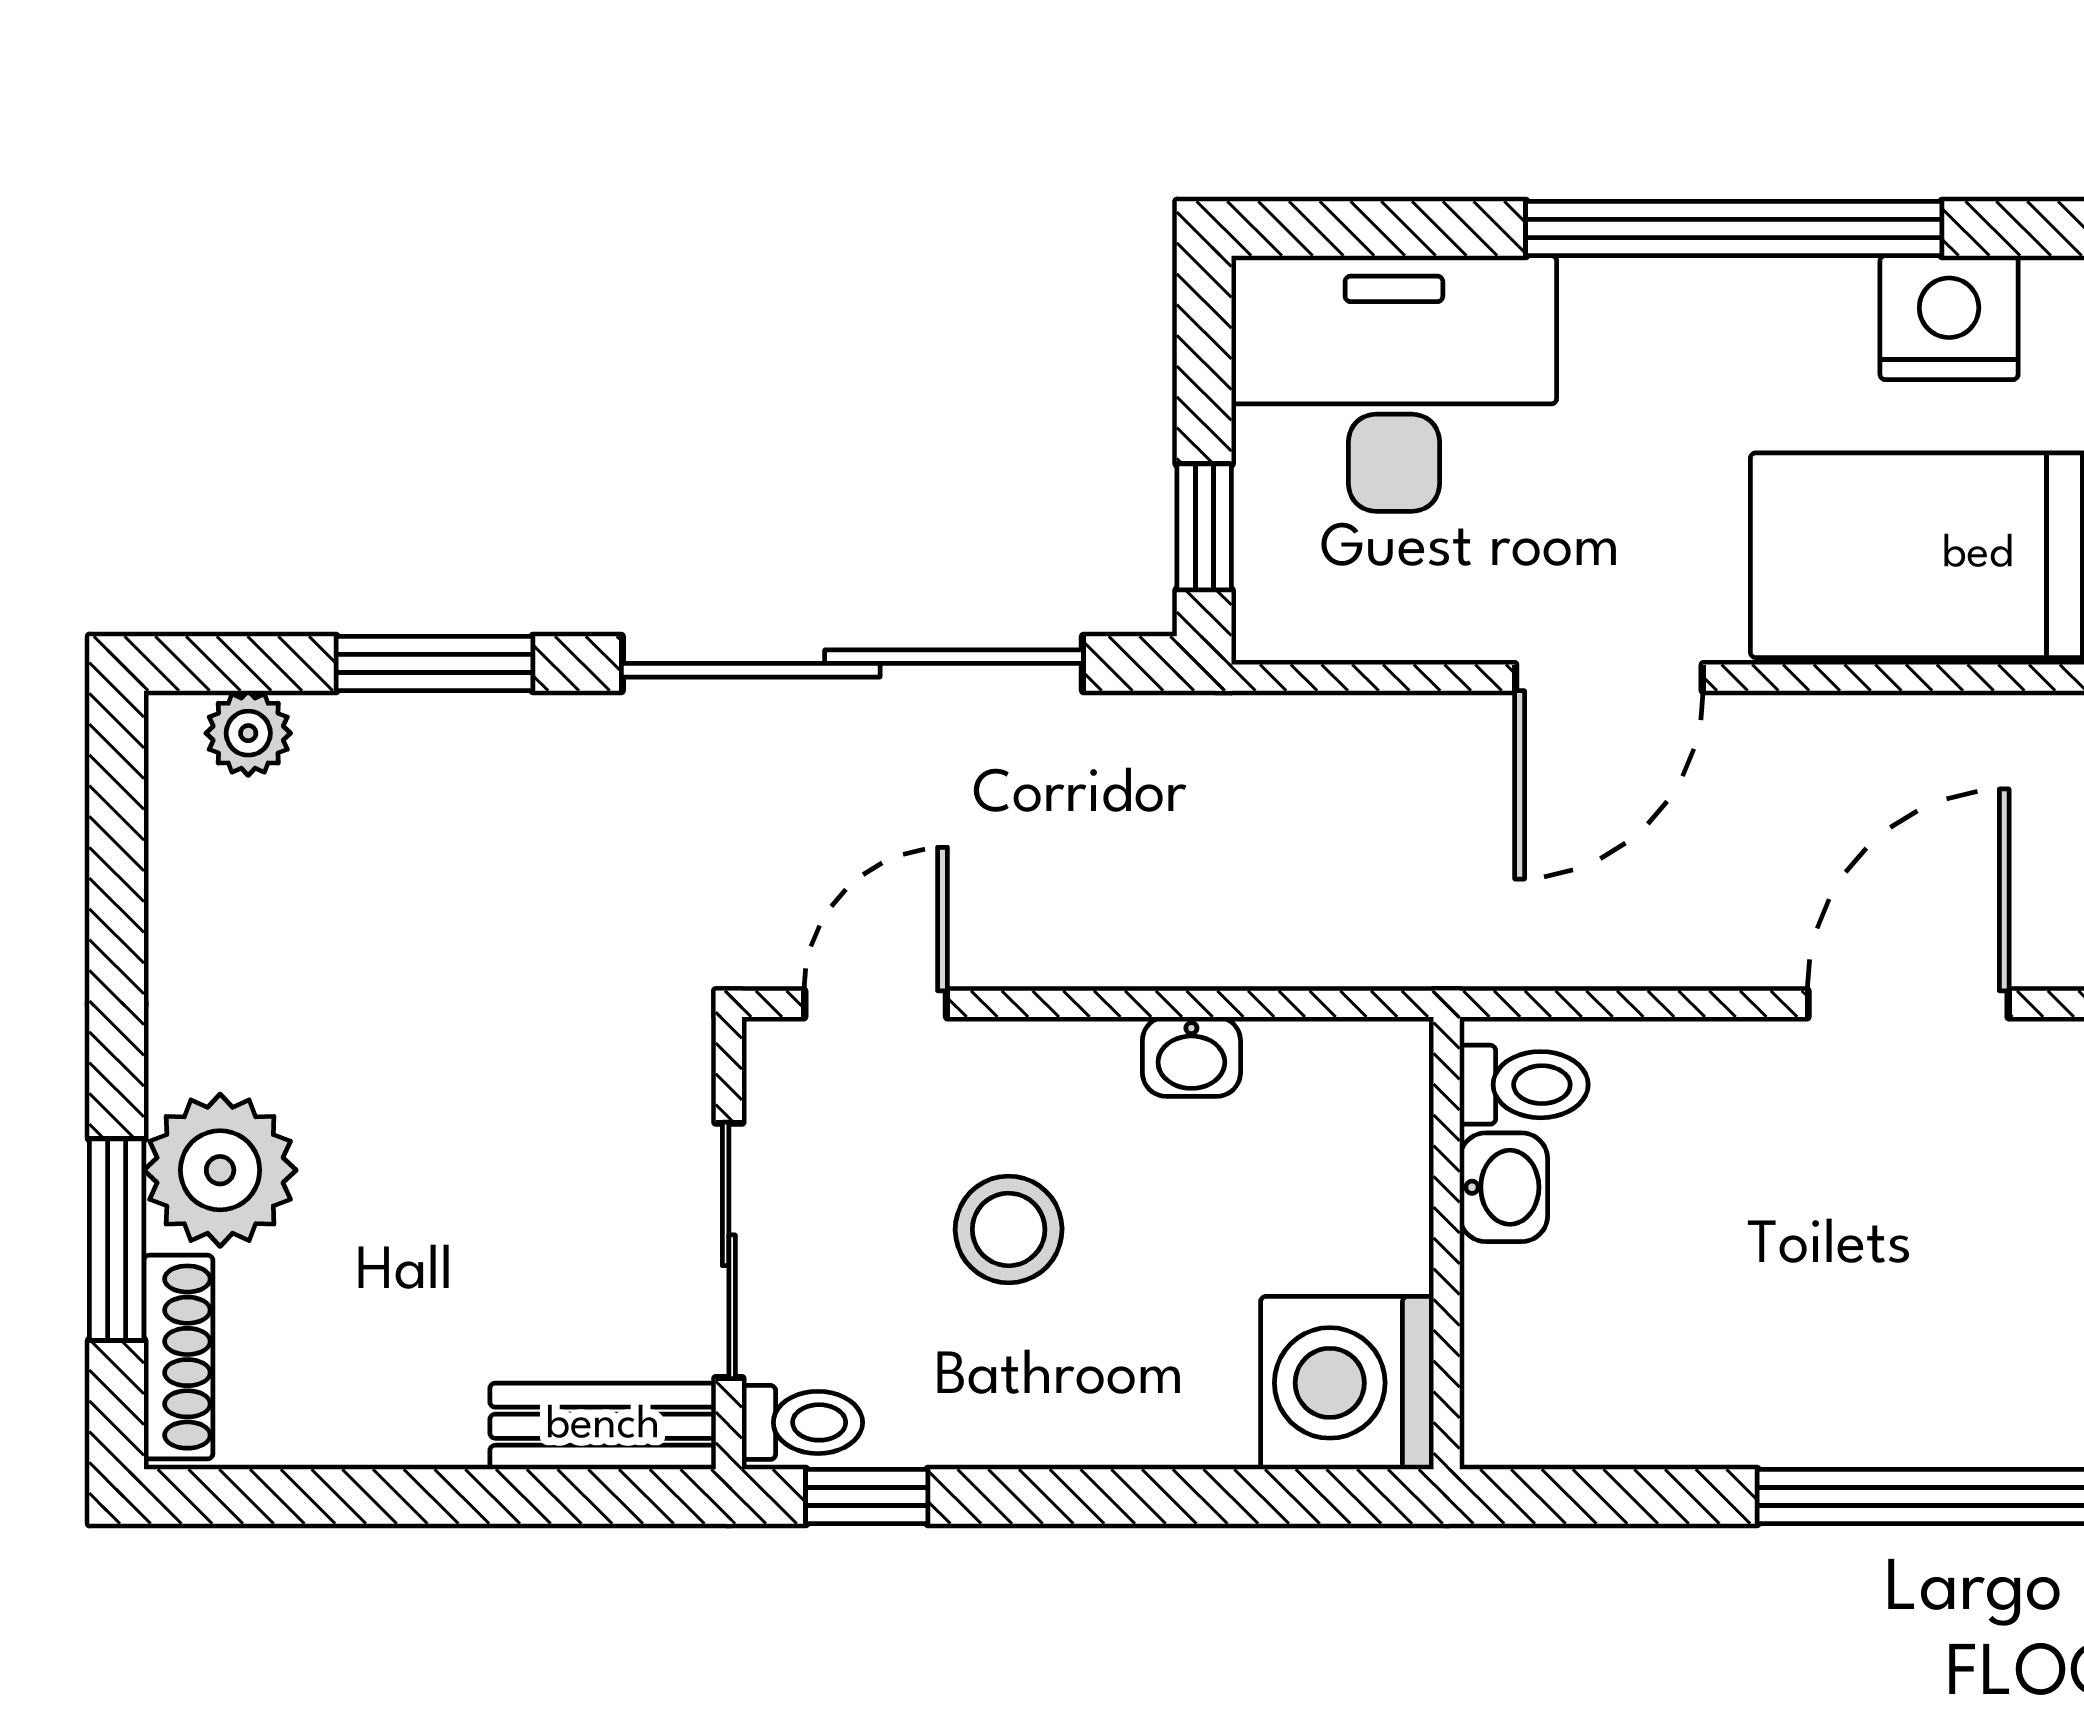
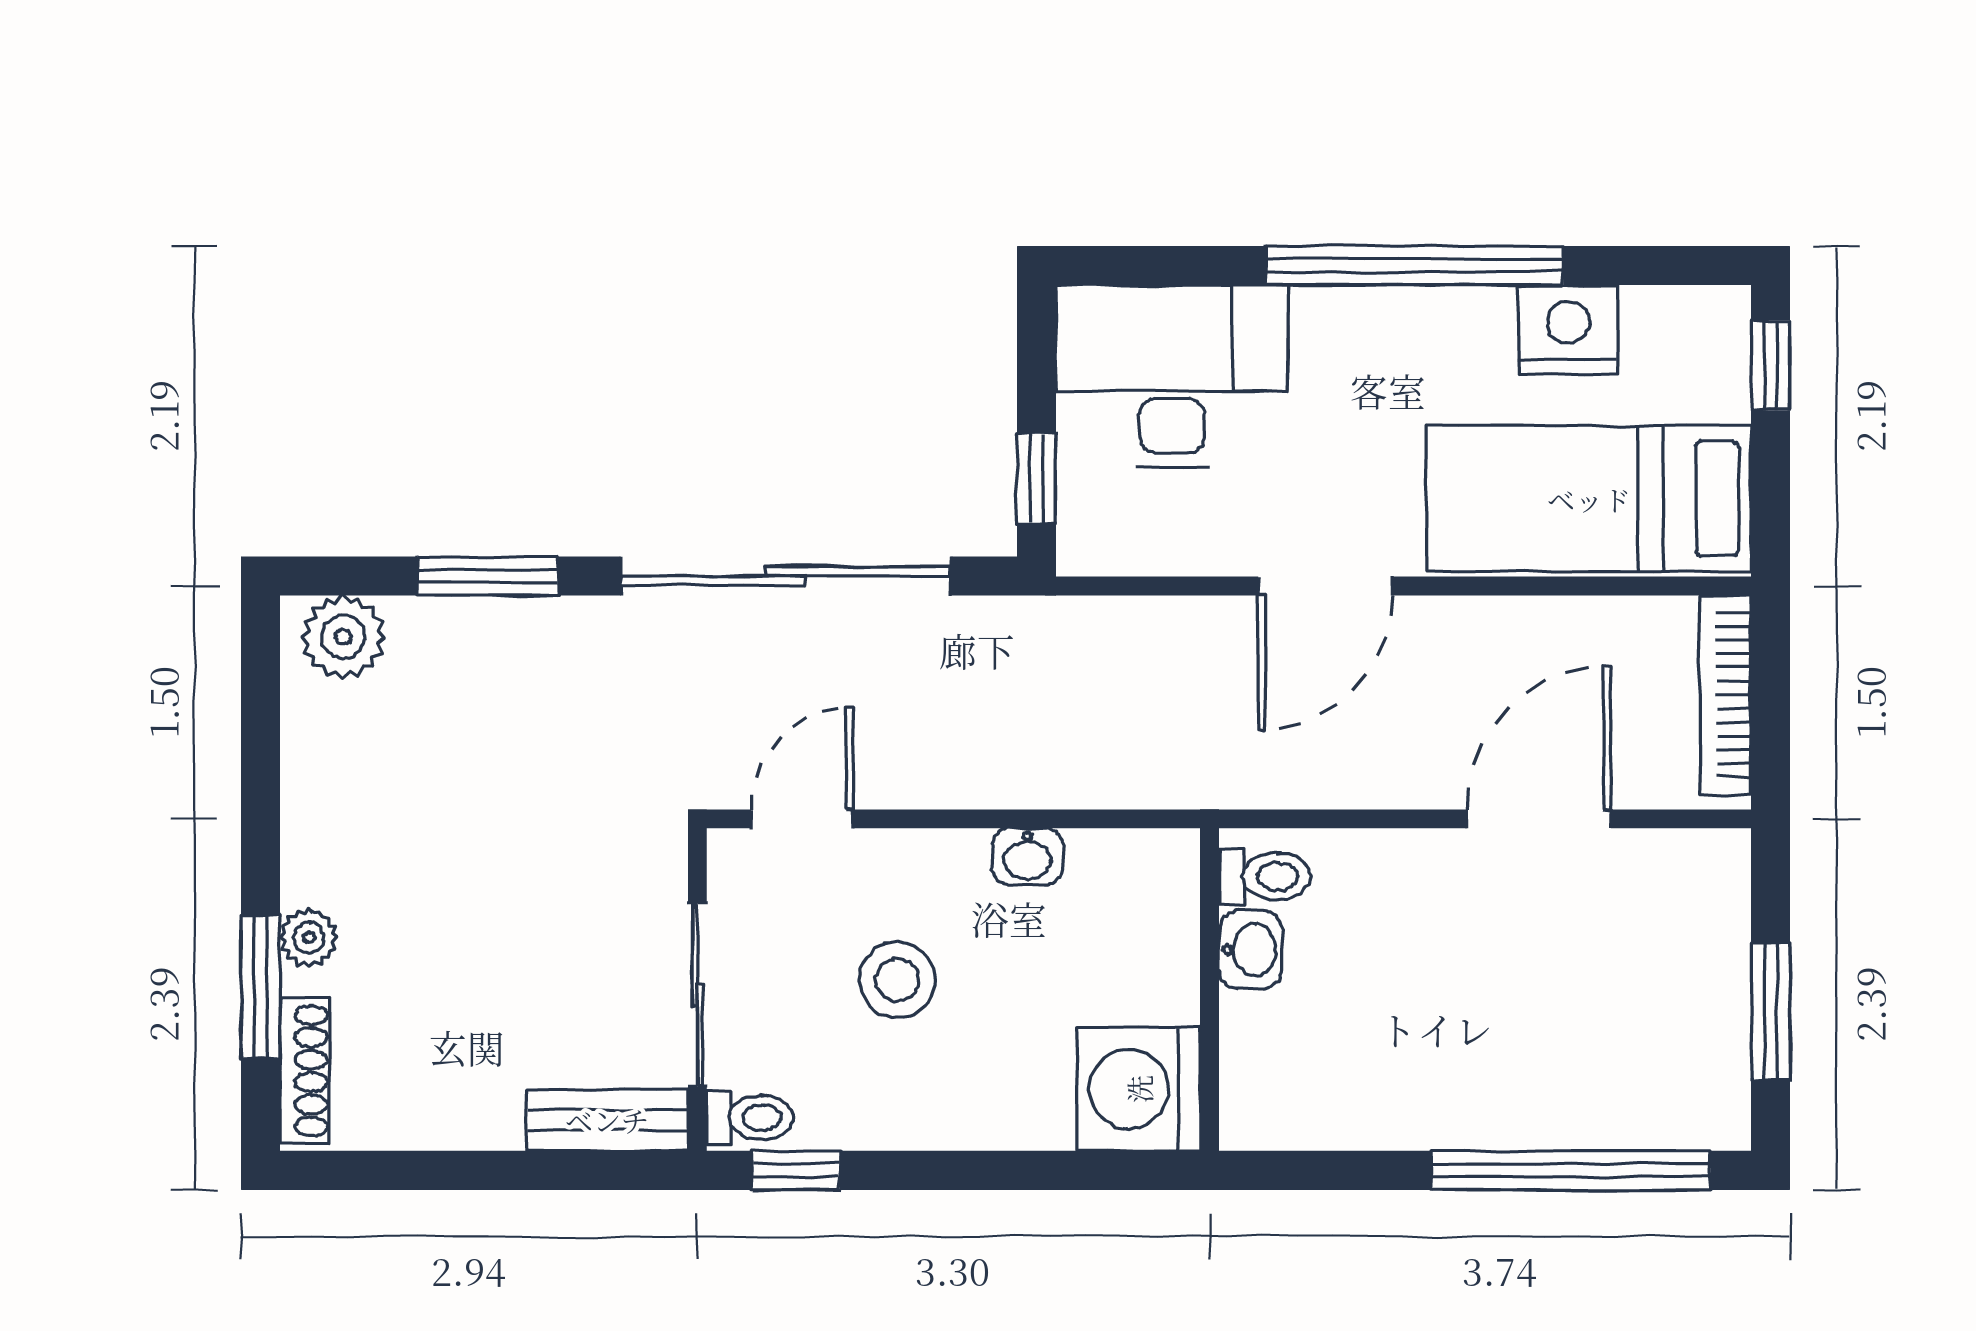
plant: (248, 733) -> (343, 637), width x1.38, depth x1.38
plant: (220, 1170) -> (309, 938), width x0.53, depth x0.53

